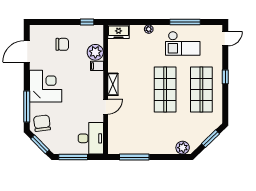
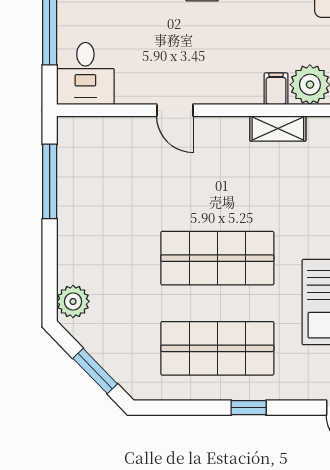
shelving: (113, 84) -> (278, 128), moved
desk: (91, 138) -> (85, 73), width x0.73

